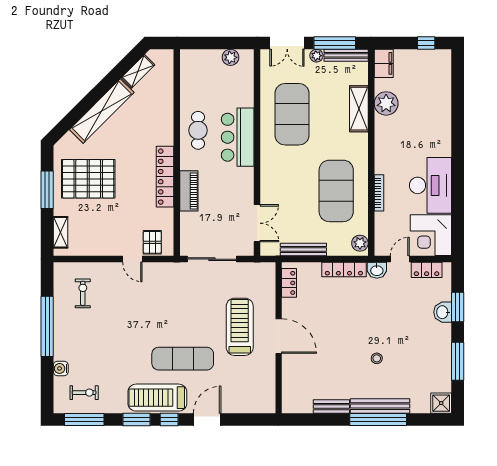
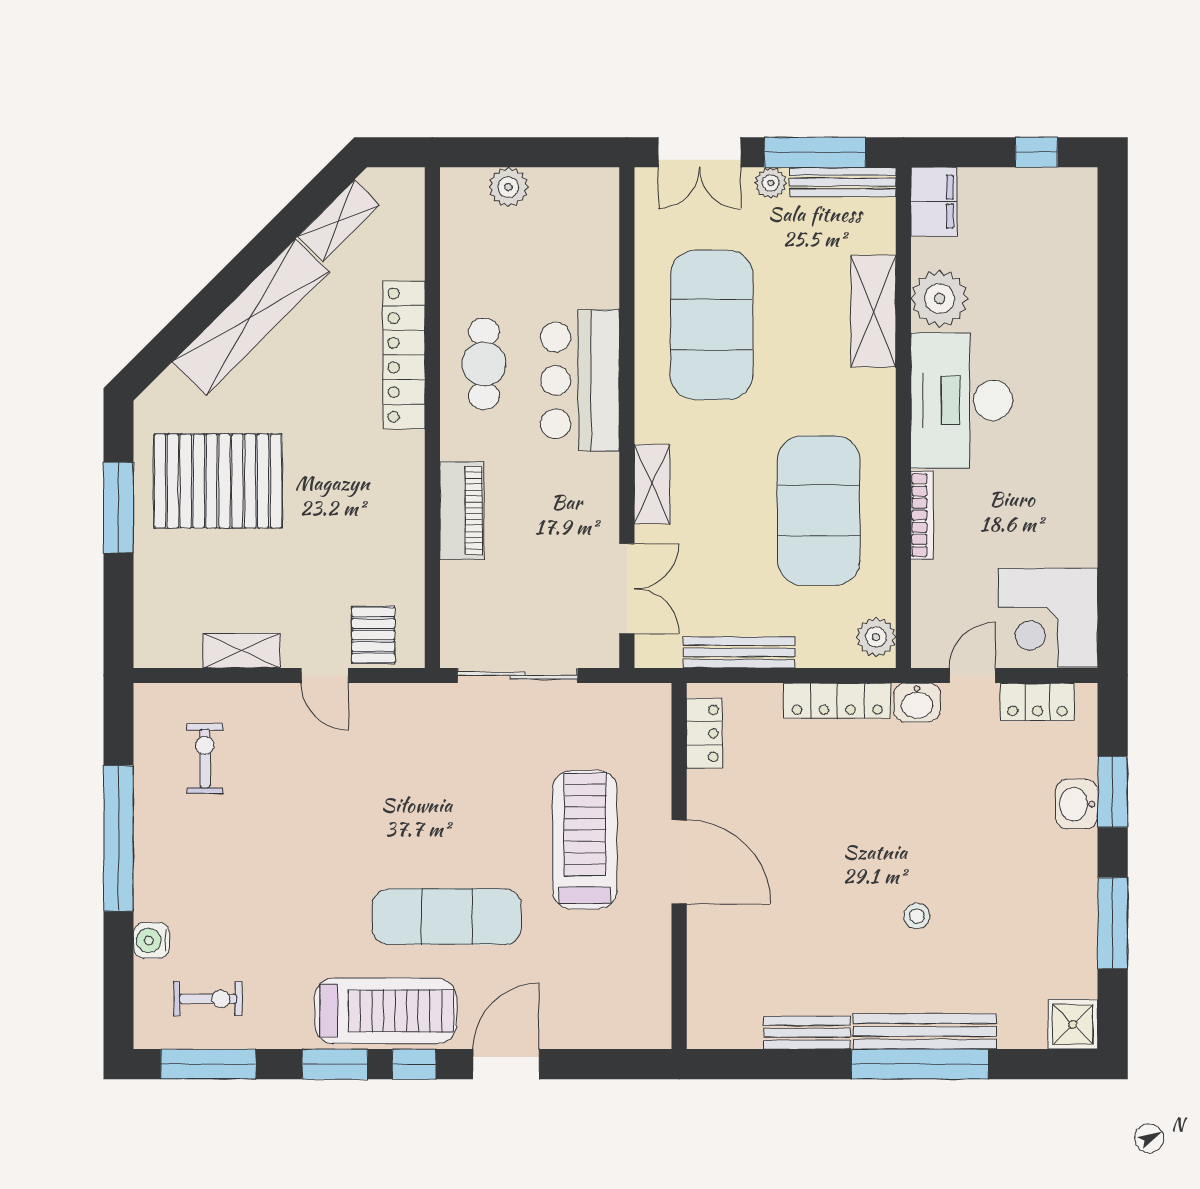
plant: (231, 57) -> (508, 187), moved
locker: (165, 177) -> (404, 355), moved
shelving: (267, 180) -> (652, 484), added
desk: (431, 185) -> (962, 400), moved, turned 180
shelving: (60, 232) -> (242, 651), moved, turned 90
treadmill: (157, 398) -> (385, 1011), turned 180

